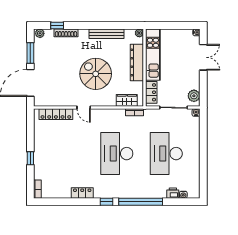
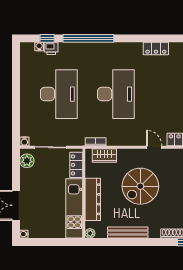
spiral stairs: (96, 74) -> (140, 186), turned 90
window: (106, 202) -> (47, 38), moved

